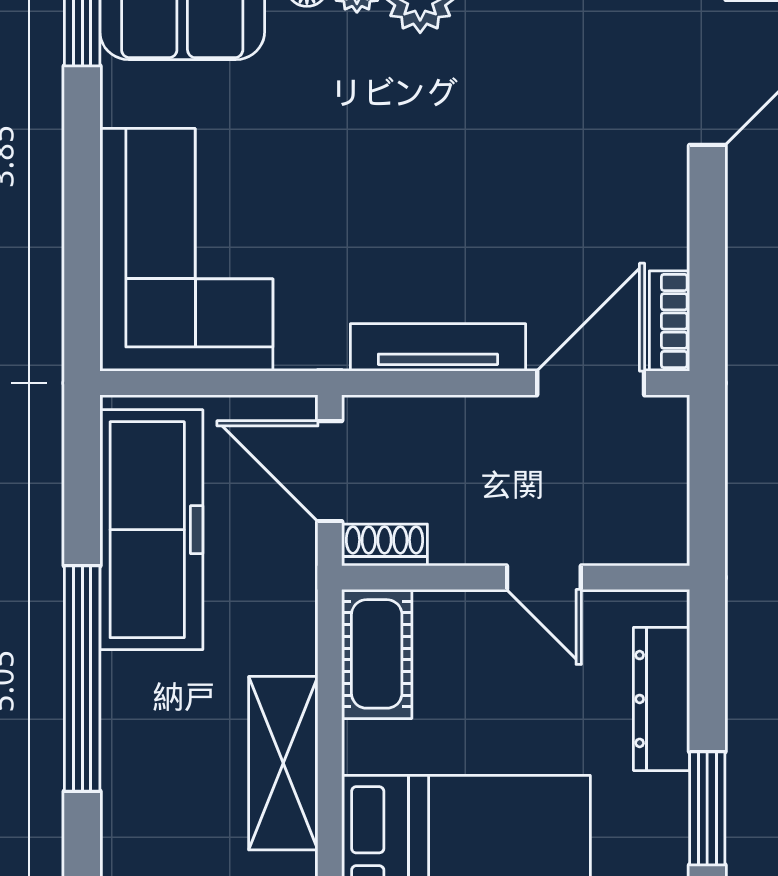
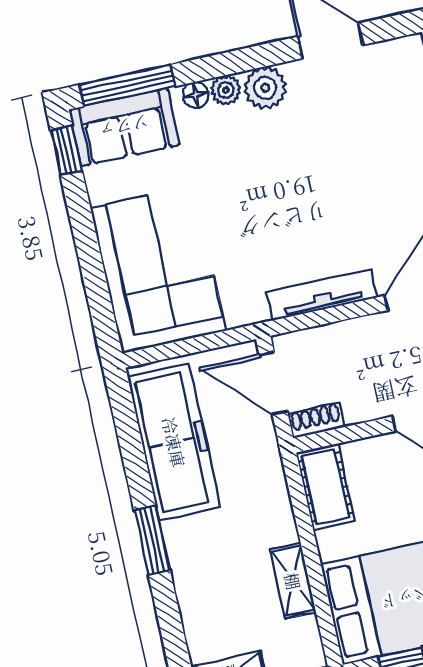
window: (82, 679) -> (152, 540), width x0.47
shelving: (283, 763) -> (293, 581), width x0.67, depth x0.75

